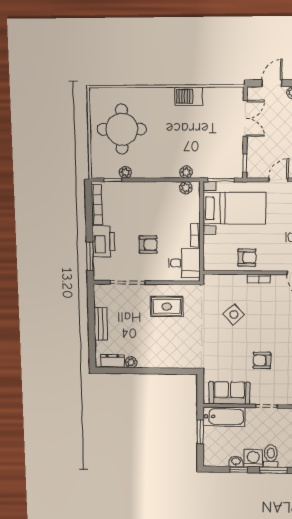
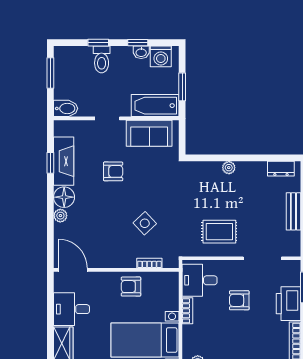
bookcase: (259, 279) -> (149, 263), moved
plant: (131, 362) -> (229, 168), moved
washing machine: (253, 458) -> (161, 56), moved
window: (273, 470) -> (98, 43), width x0.67

